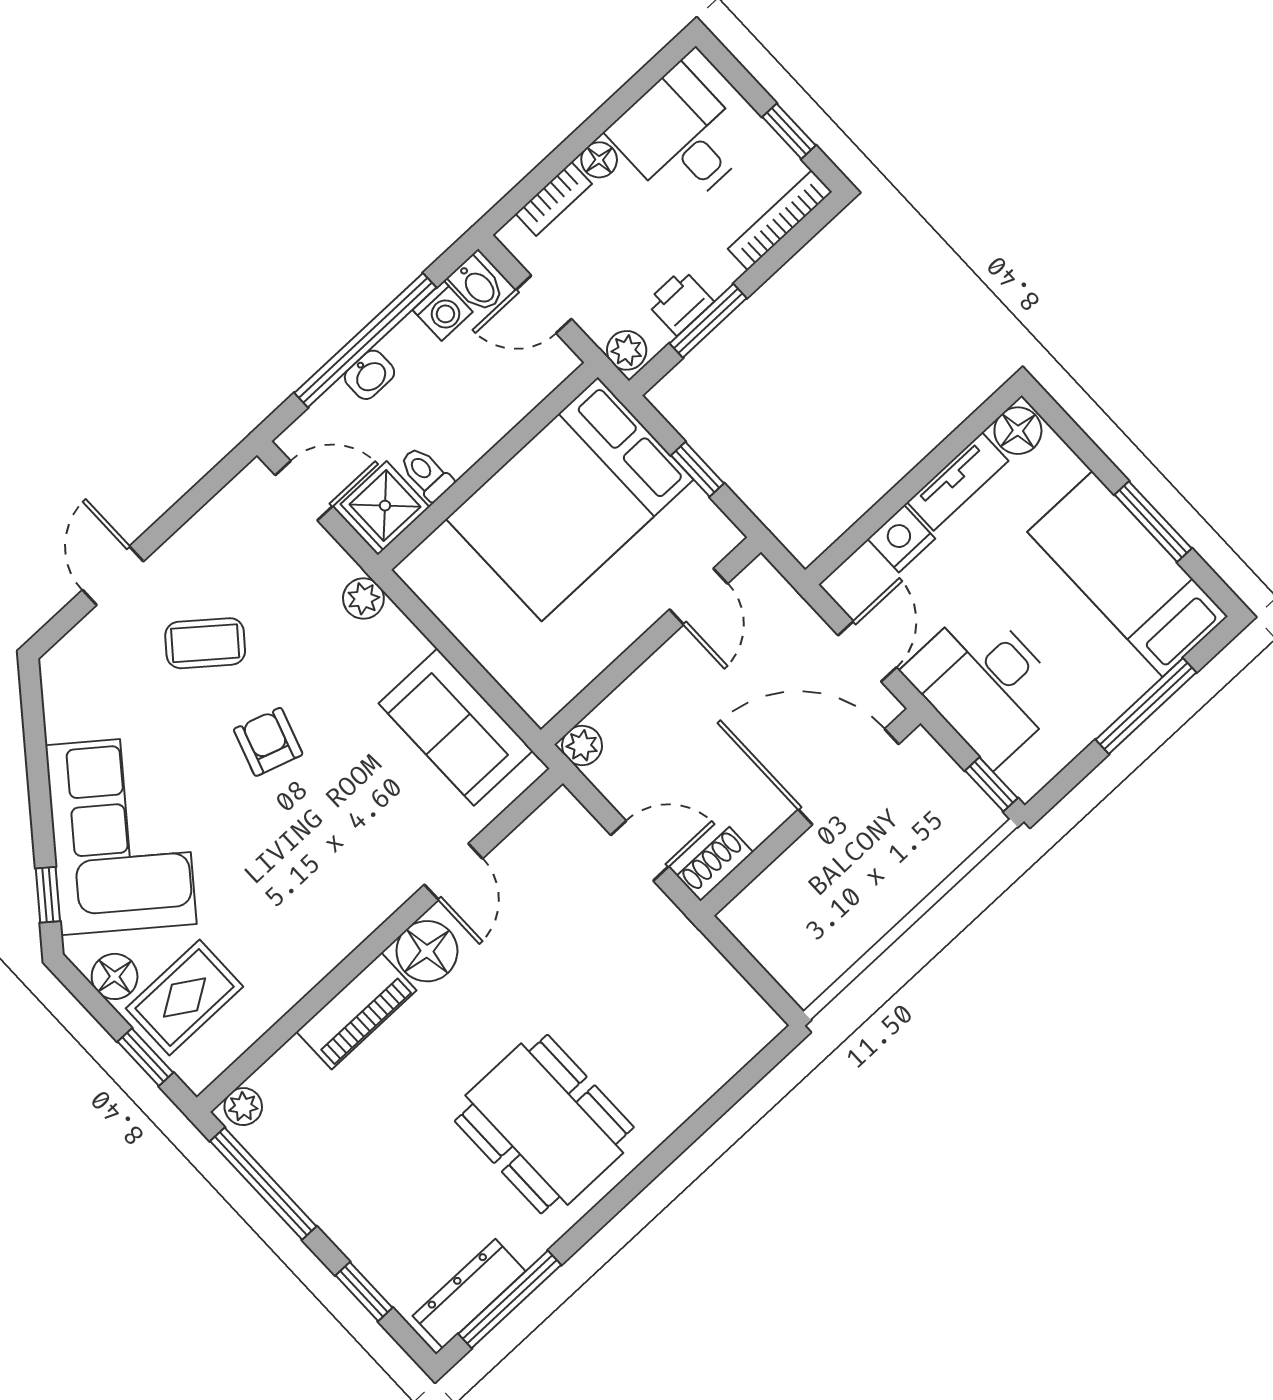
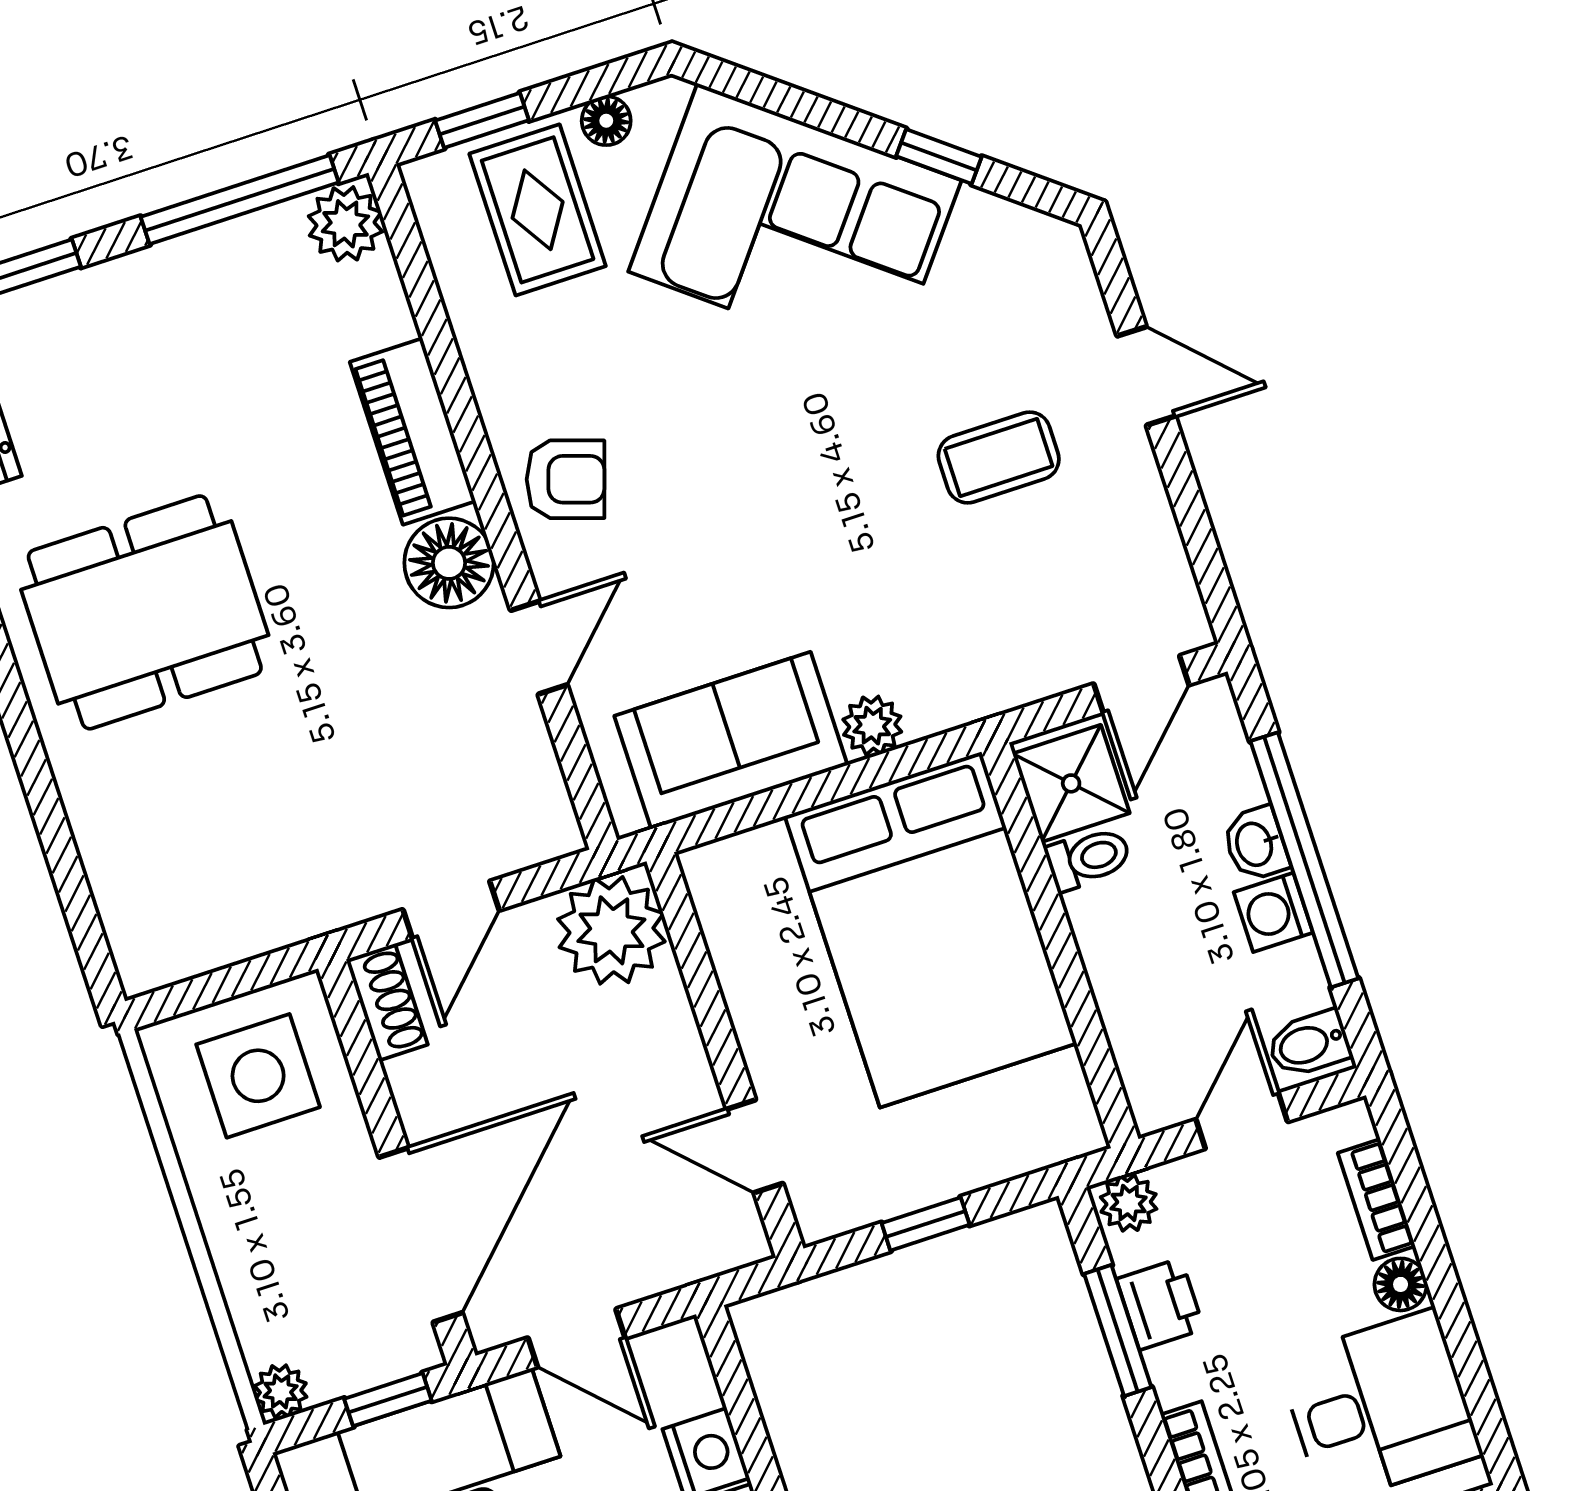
washing machine: (443, 311) -> (1273, 912), moved
bed: (570, 499) -> (931, 930), moved, turned 180
plant: (363, 598) -> (872, 726), moved
coffee table: (205, 643) -> (999, 458), turned 51
armchair: (268, 742) -> (566, 479), moved
plant: (582, 745) -> (611, 930), width x1.87, depth x1.87
window: (991, 784) -> (388, 1400), moved
plant: (985, 818) -> (281, 1391), added
door: (453, 872) -> (539, 648), swing flipped
window: (48, 895) -> (939, 157), moved
side table: (797, 922) -> (258, 1076), added
floor lamp: (115, 976) -> (606, 121), width x0.73, depth x0.73
plant: (243, 1107) -> (345, 224), width x1.38, depth x1.38

